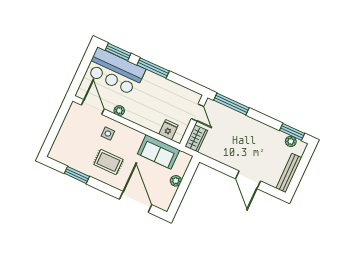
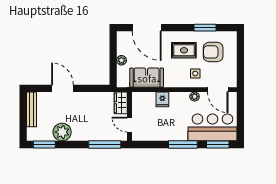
fridge: (168, 130) -> (162, 99), moved
plant: (291, 141) -> (62, 132), moved, width x1.87, depth x1.87
armchair: (80, 147) -> (213, 52), added

